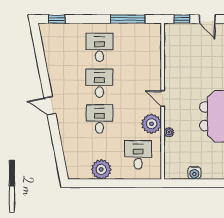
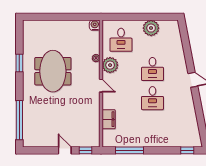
desk: (99, 47) -> (152, 127), removed
filing cabinet: (153, 57) -> (109, 119), added
water cooler: (194, 173) -> (95, 25), moved

